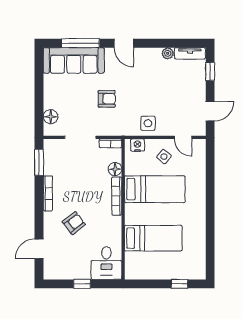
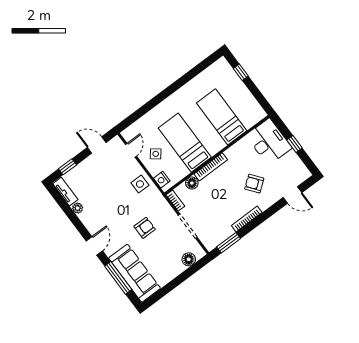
armchair: (107, 99) -> (145, 228), turned 90
desk: (106, 263) -> (269, 142), width x1.37

